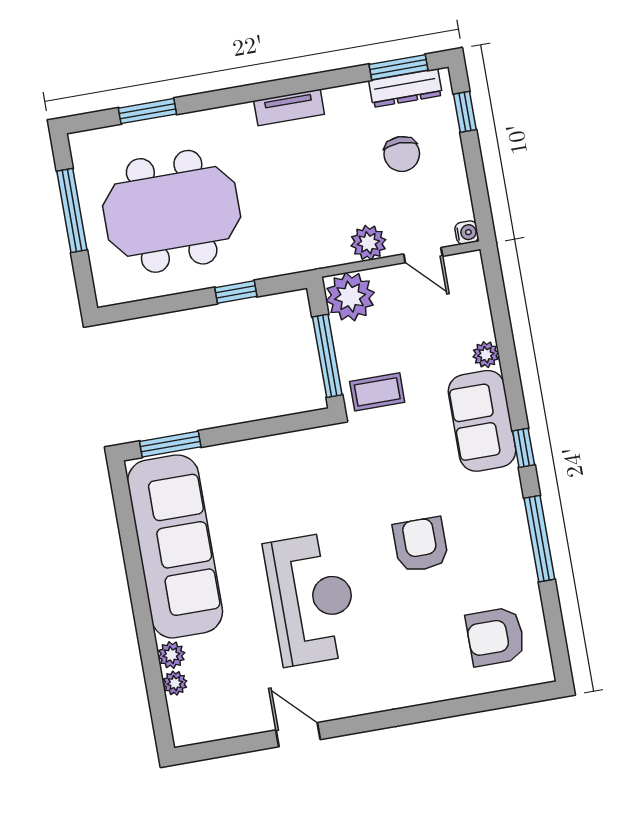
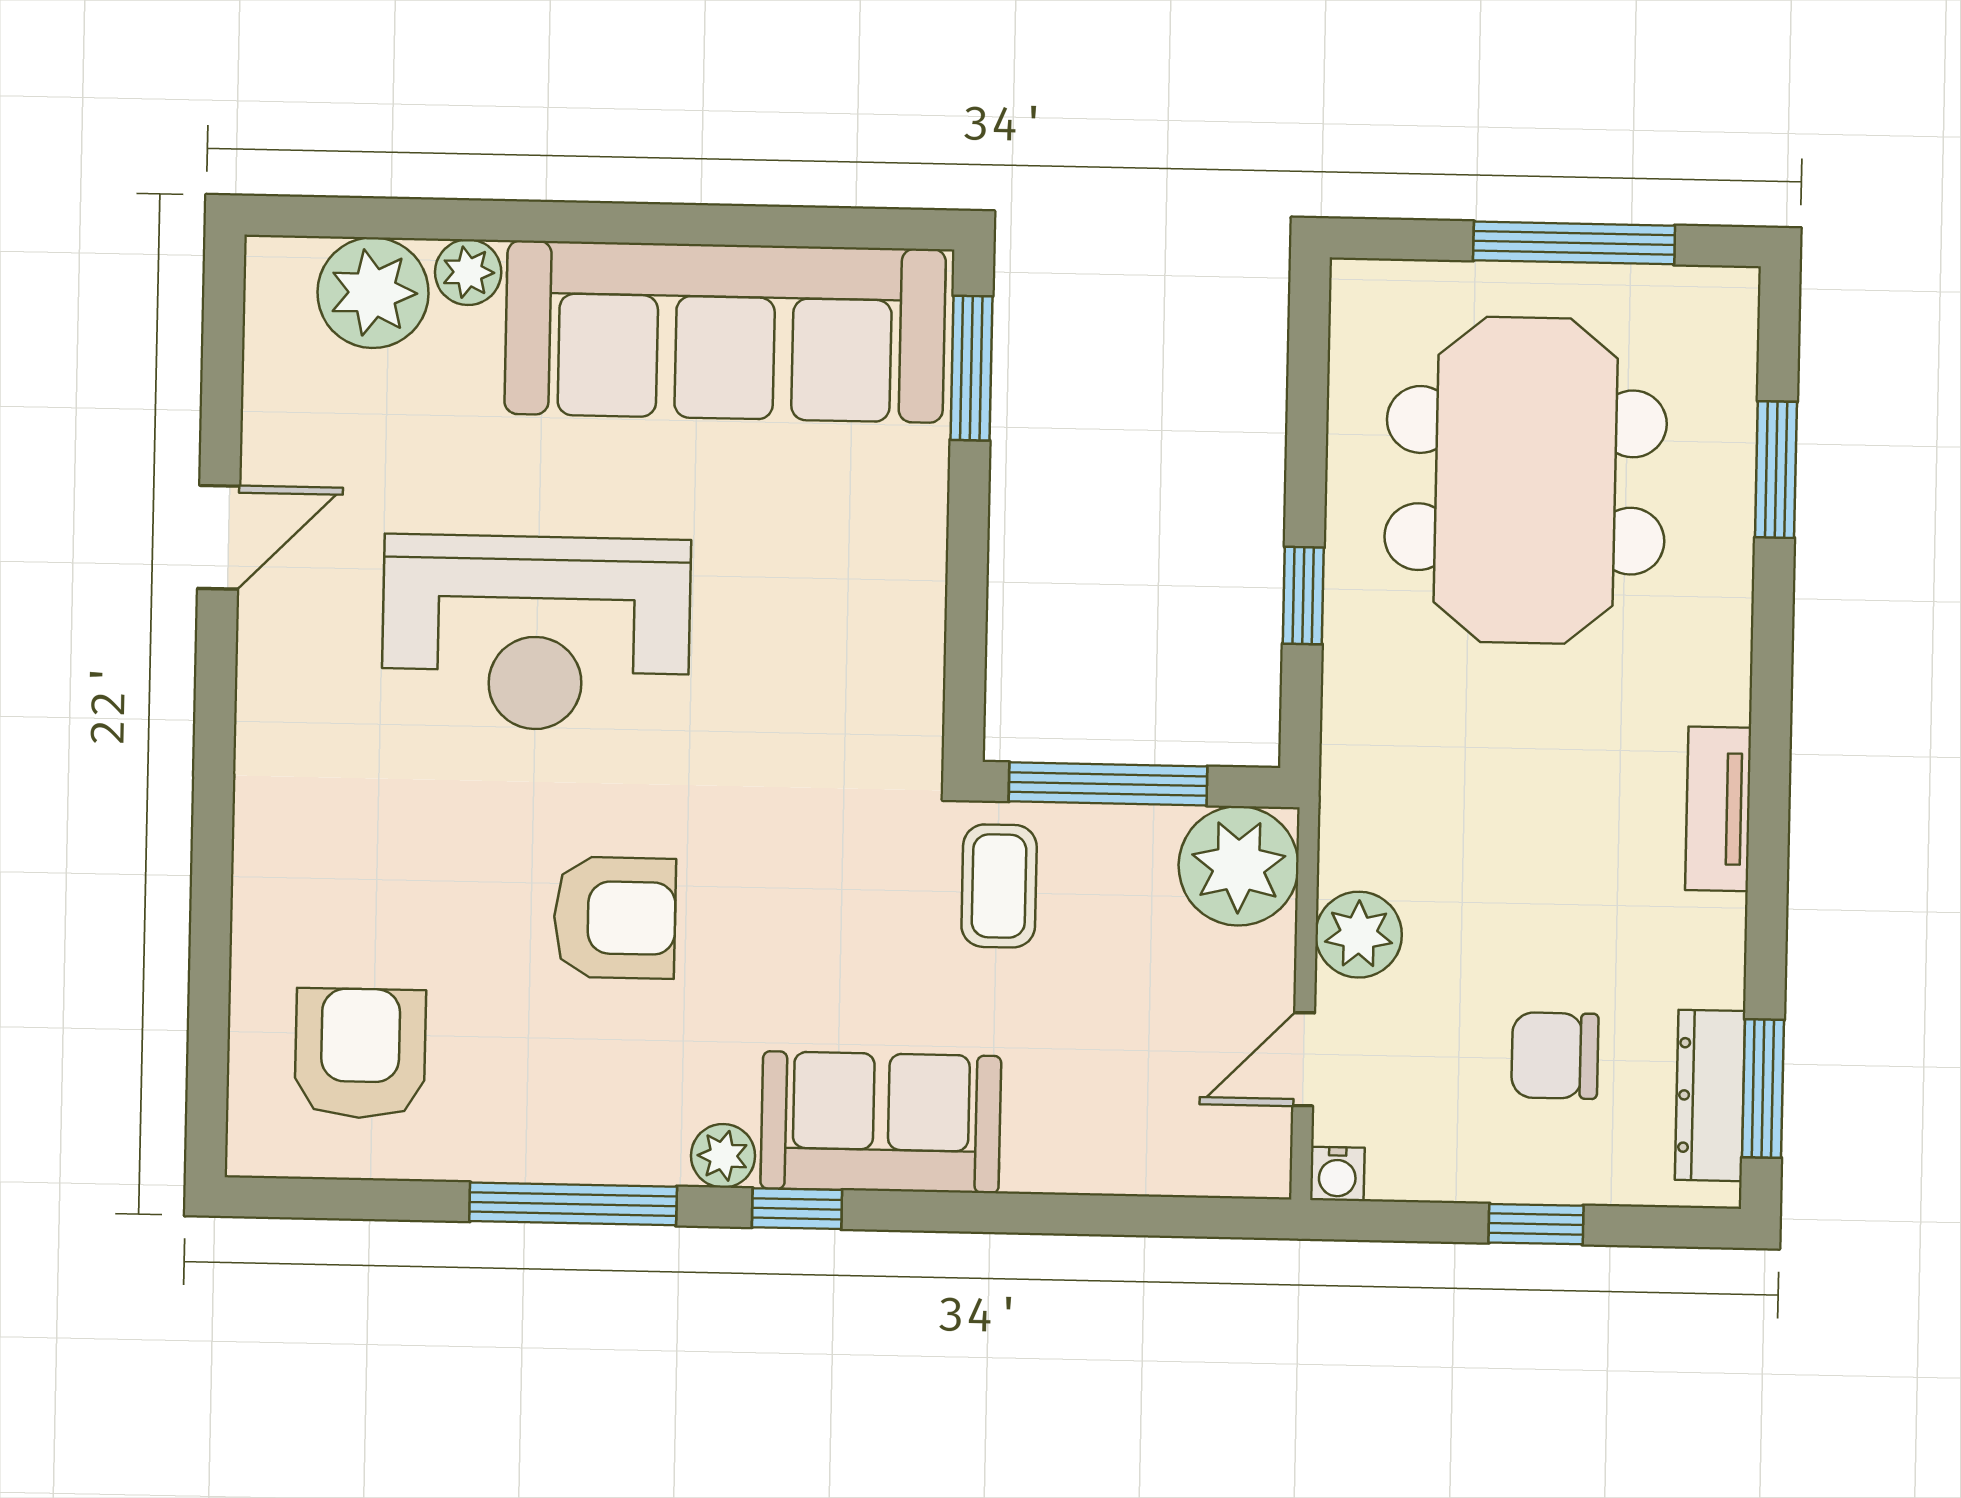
window: (465, 112) -> (1536, 1224), moved
plant: (486, 355) -> (723, 1156), moved
plant: (175, 683) -> (373, 293), width x1.87, depth x1.87

